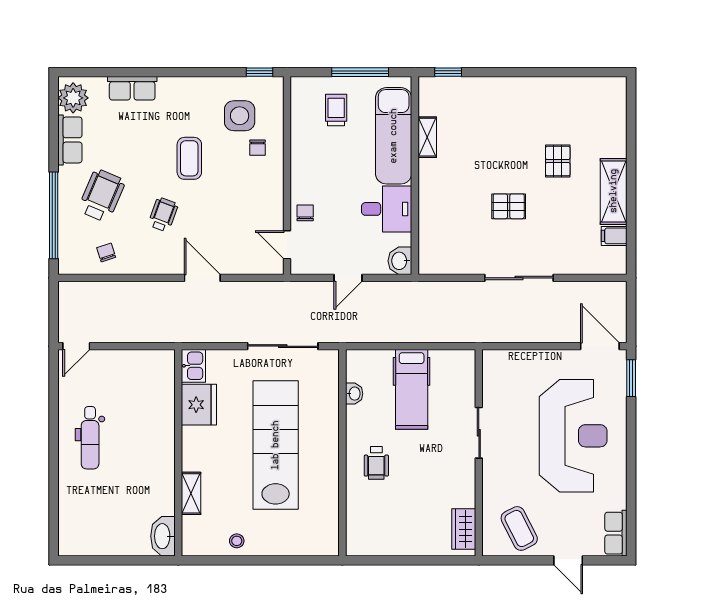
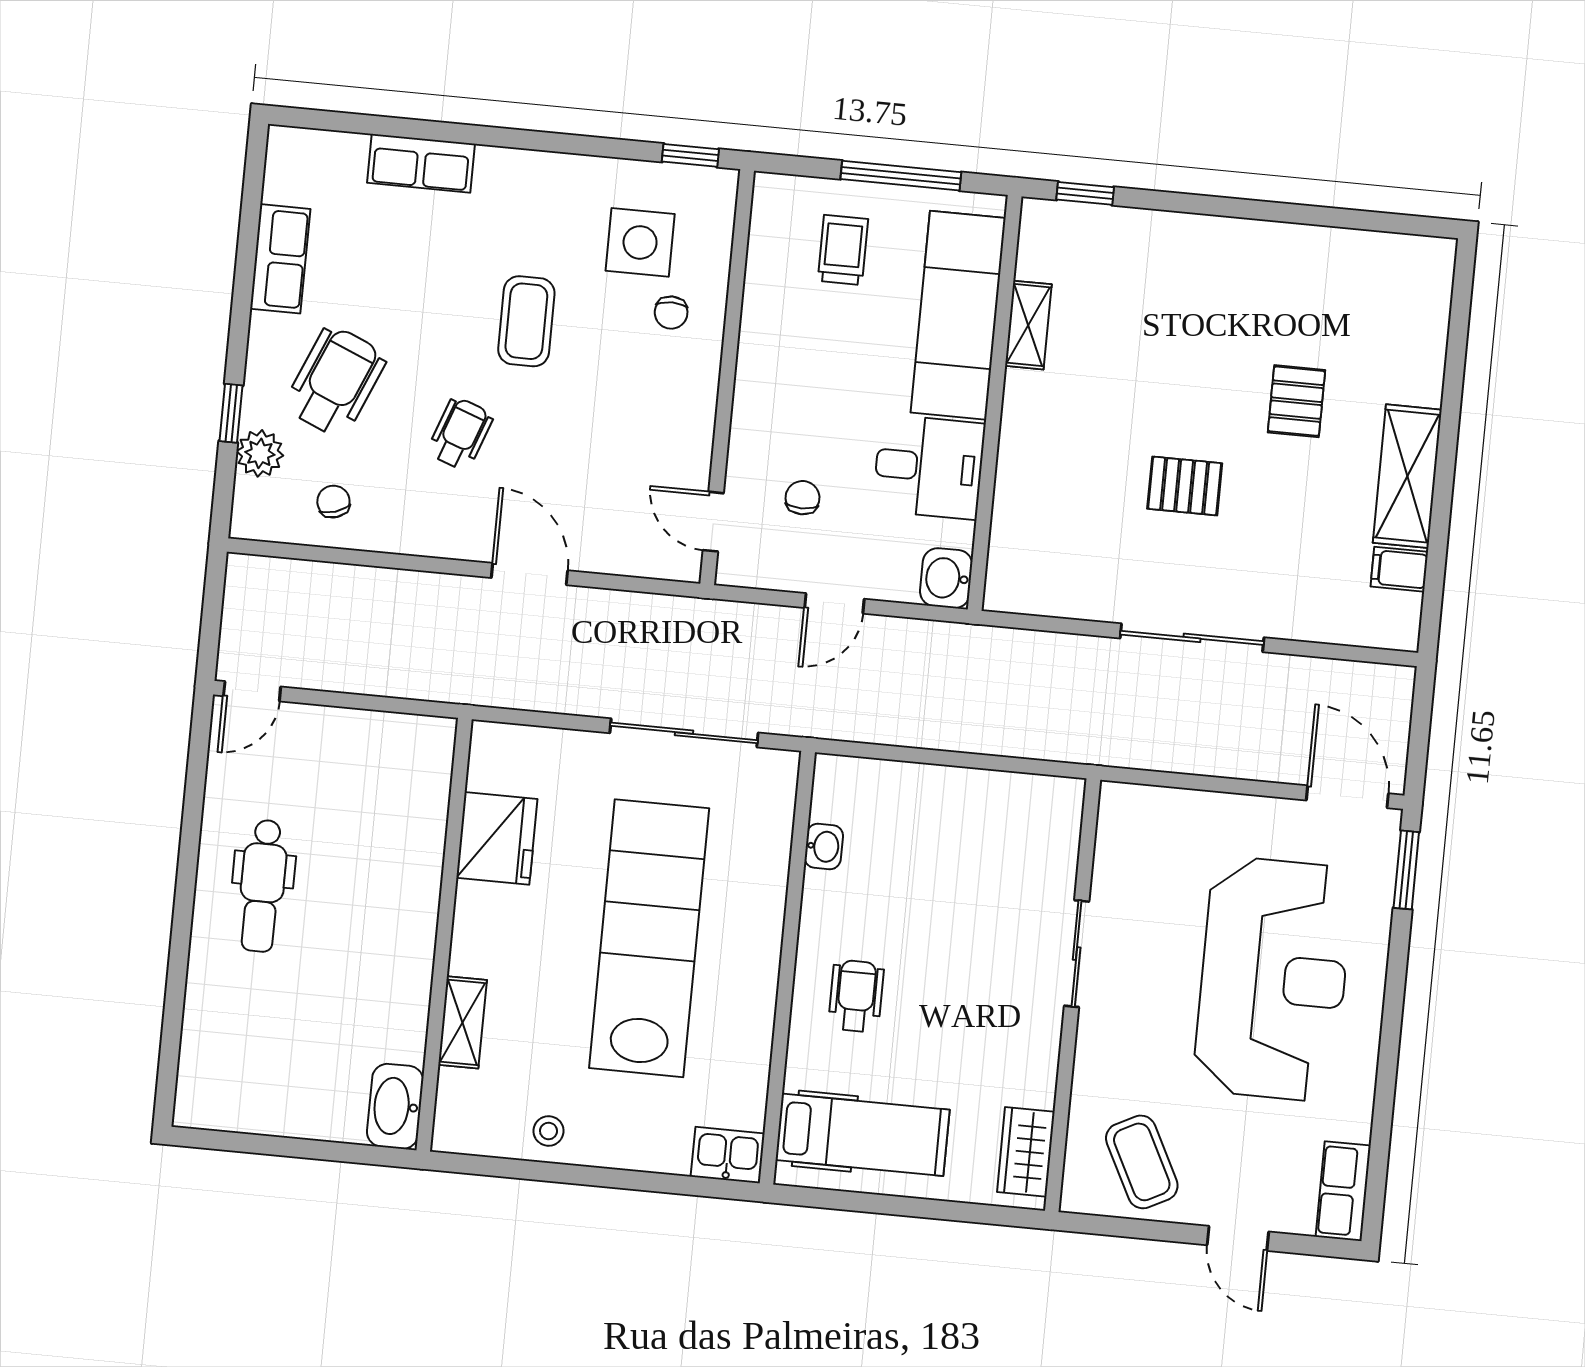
plant: (73, 98) -> (260, 453), moved, width x0.73, depth x0.73
chair: (305, 213) -> (802, 498), moved
window: (54, 215) -> (231, 413), width x0.32
kitchen sink: (193, 366) -> (728, 1155), moved, turned -90
hospital bed: (412, 389) -> (863, 1135), moved, turned -90
wheelchair: (376, 463) -> (856, 996), turned 180

